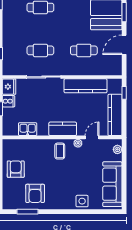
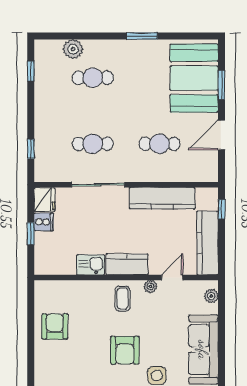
kitchen sink: (28, 129) -> (91, 265), moved
armchair: (35, 193) -> (125, 350), moved

